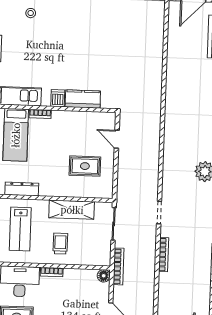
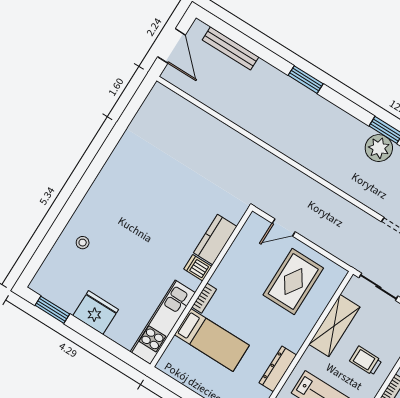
rug: (85, 166) -> (293, 282), width x1.36, depth x1.43

